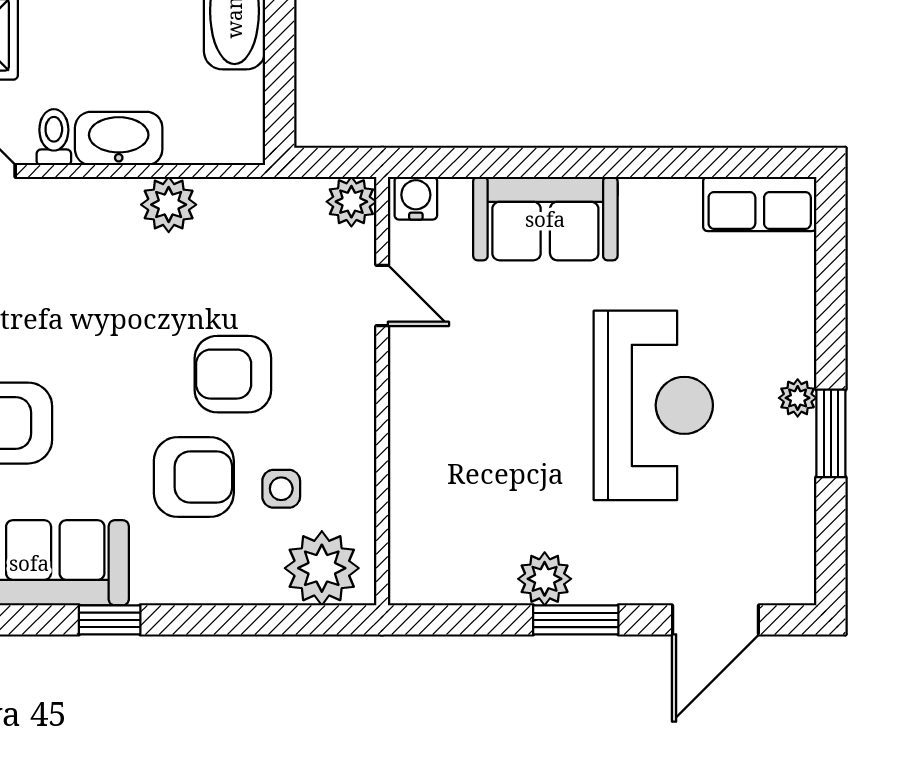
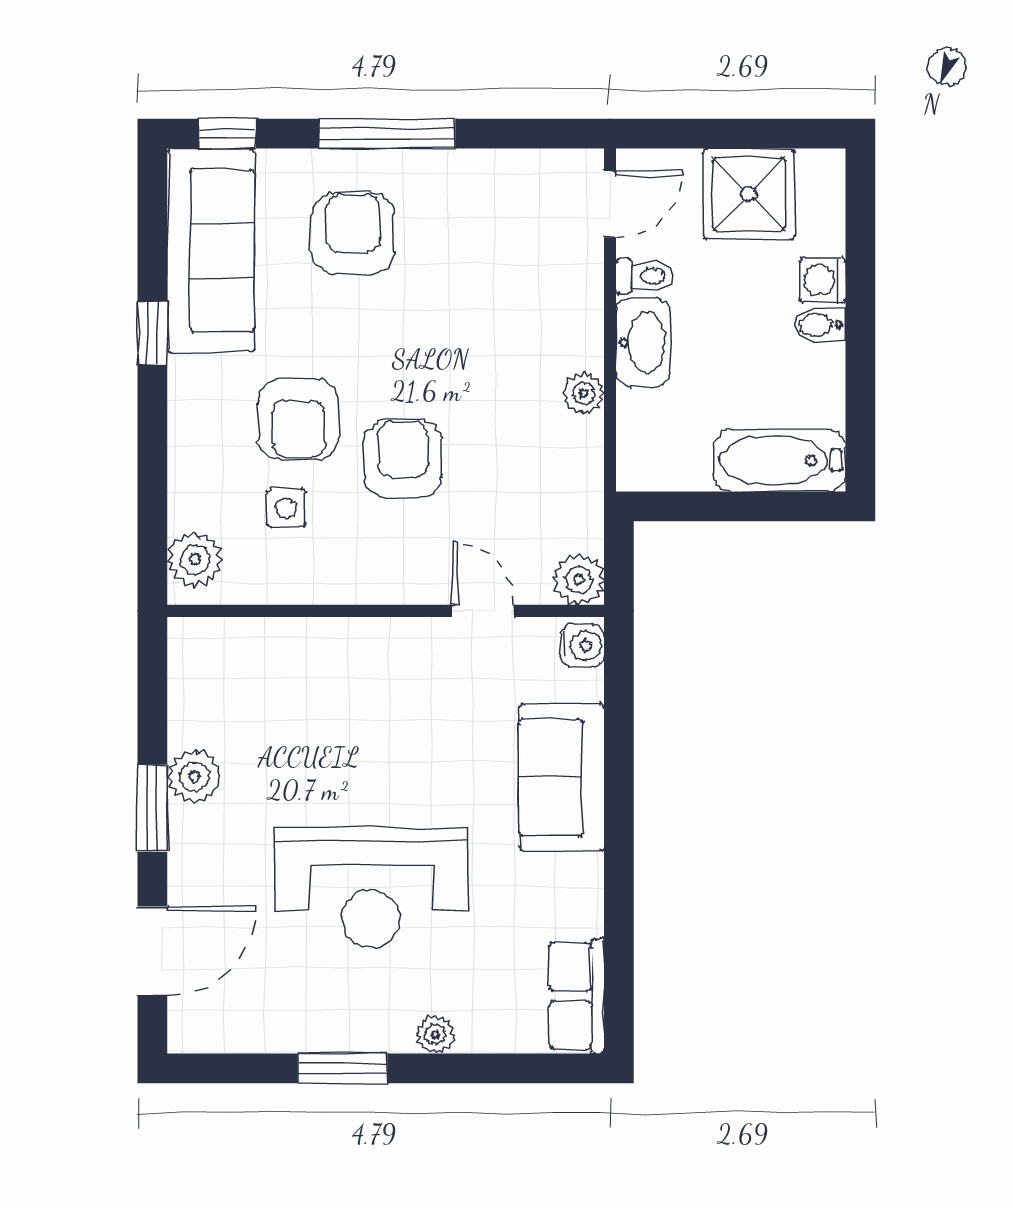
plant: (169, 205) -> (583, 393), width x0.73, depth x0.73
door: (382, 295) -> (483, 611), swing flipped
plant: (798, 398) -> (435, 1034), moved
plant: (322, 568) -> (195, 559), width x0.73, depth x0.73
door: (716, 620) -> (152, 951), swing flipped

